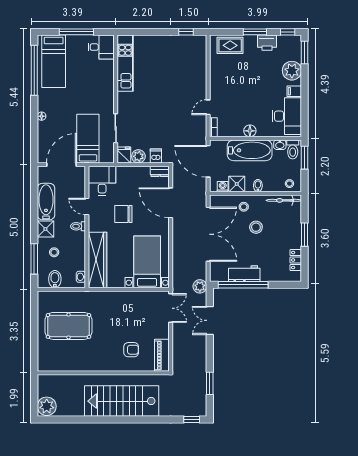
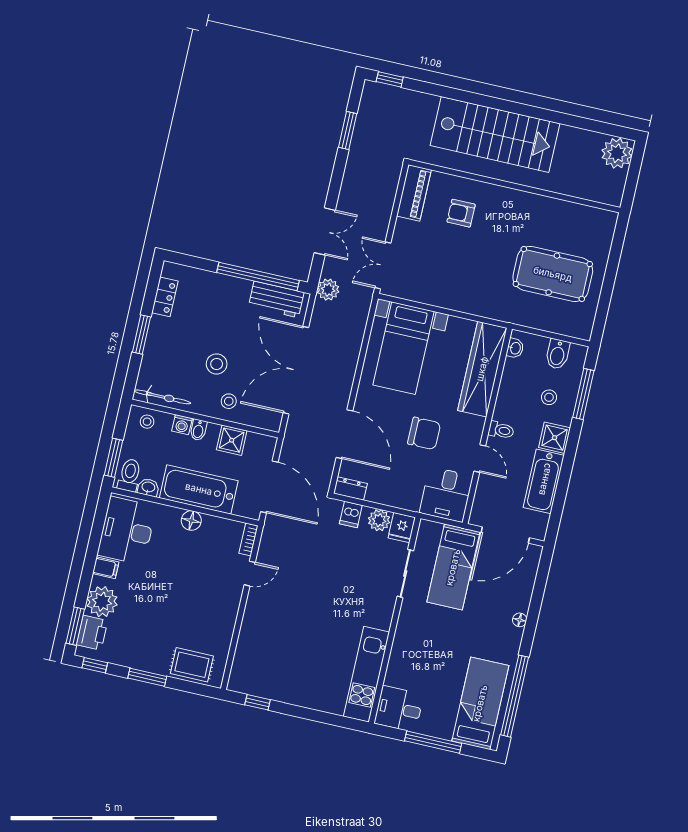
printer: (267, 43) -> (92, 633), moved, turned 90
washing machine: (223, 187) -> (182, 425), moved
workbench: (244, 274) -> (276, 299), moved

